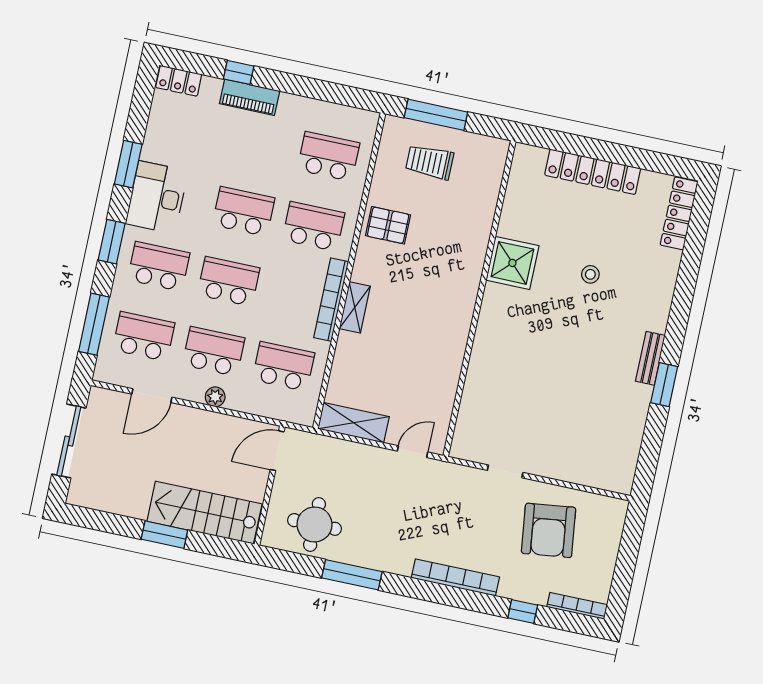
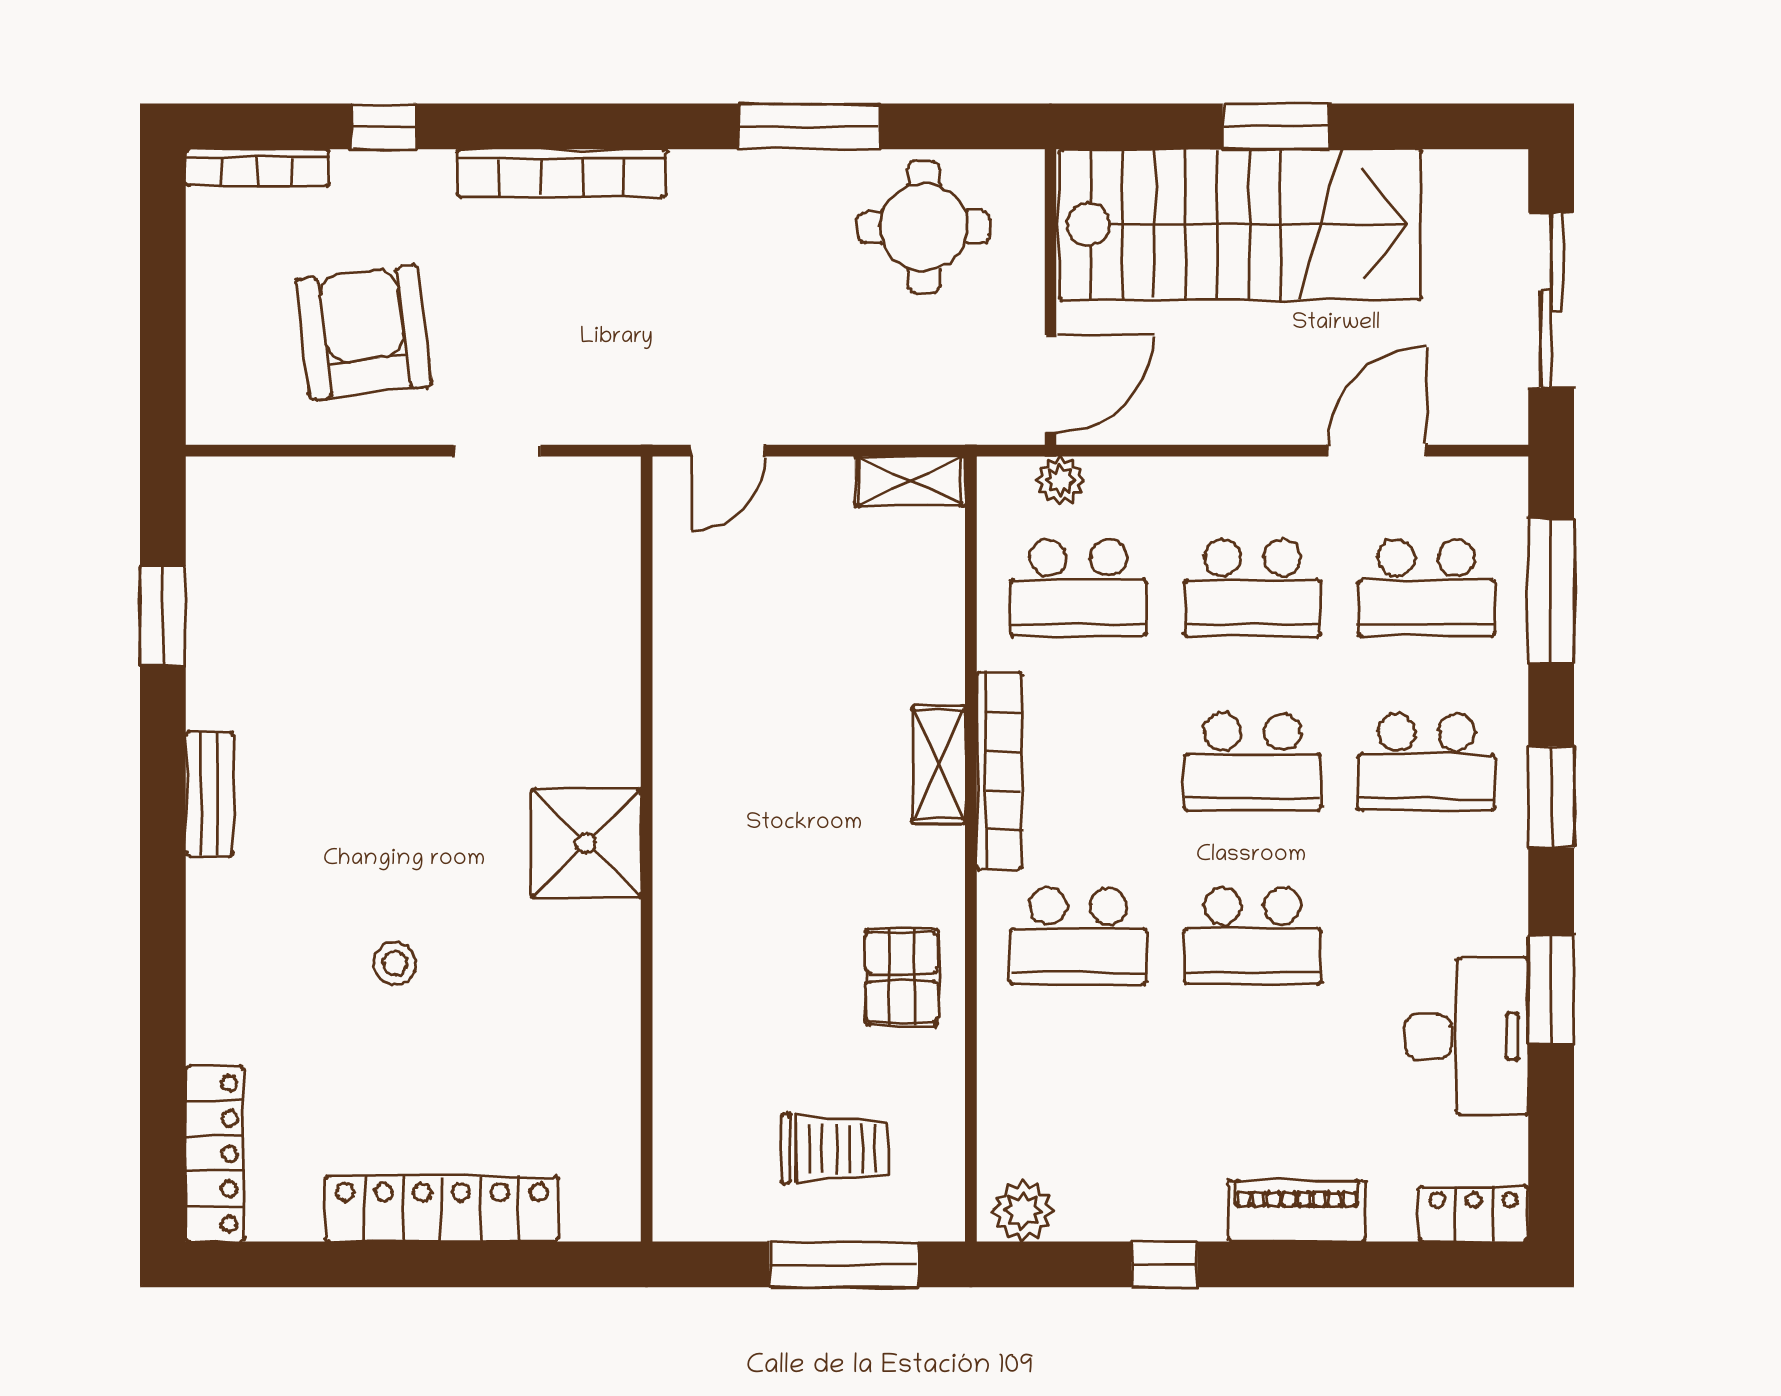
window: (239, 72) -> (1164, 1264), moved
plant: (359, 121) -> (1023, 1211), added
school desk: (328, 156) -> (1078, 1110), removed
desk: (157, 197) -> (1466, 1036), moved
pallet: (388, 225) -> (901, 977), turned 90
shower: (512, 263) -> (586, 843), moved
window: (664, 385) -> (163, 616), moved
plant: (215, 397) -> (1060, 480), moved
shelving: (354, 423) -> (910, 481), width x0.67, depth x0.75
stairs: (204, 513) -> (1240, 225), width x1.36, depth x1.51

